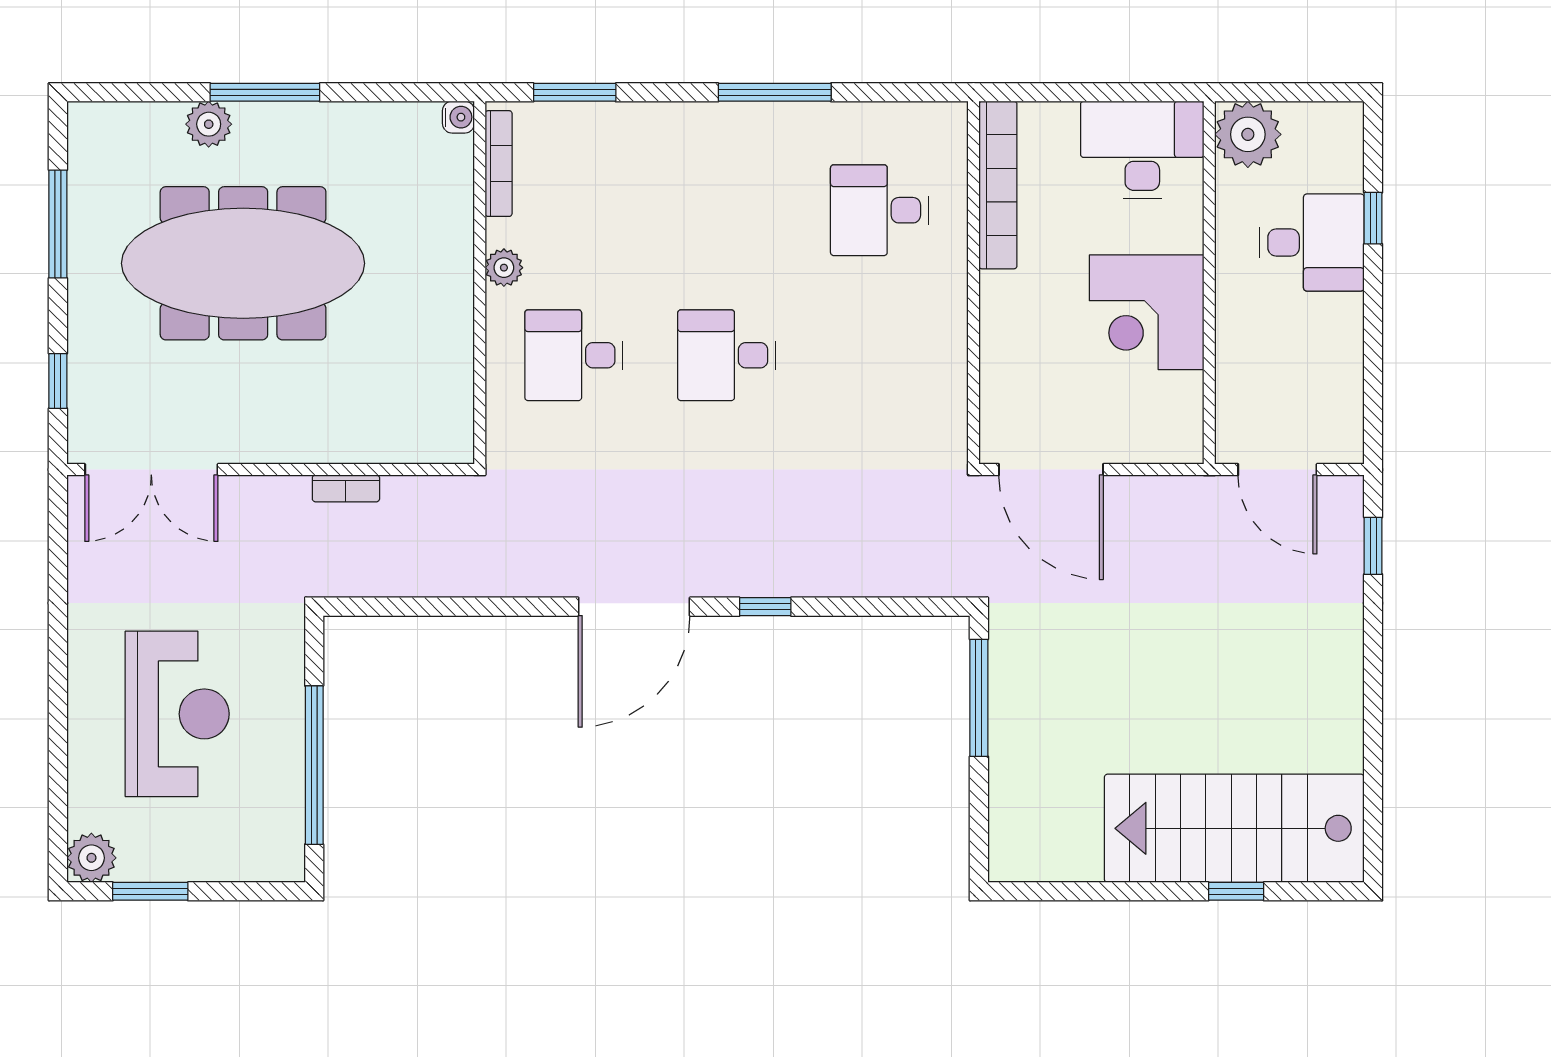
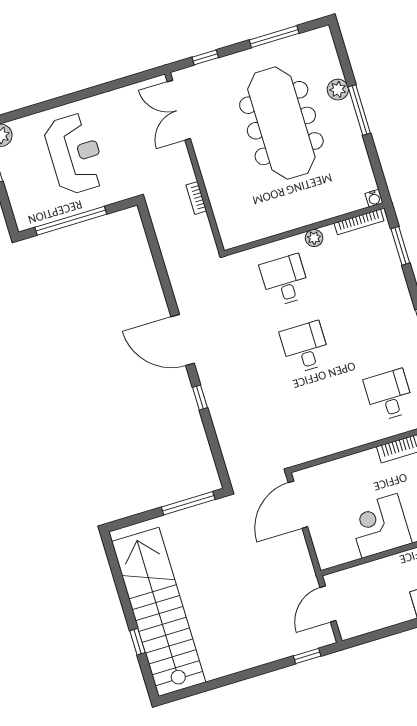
reception desk: (177, 714) -> (75, 154), turned -90
stairs: (1234, 828) -> (159, 612), width x1.36

